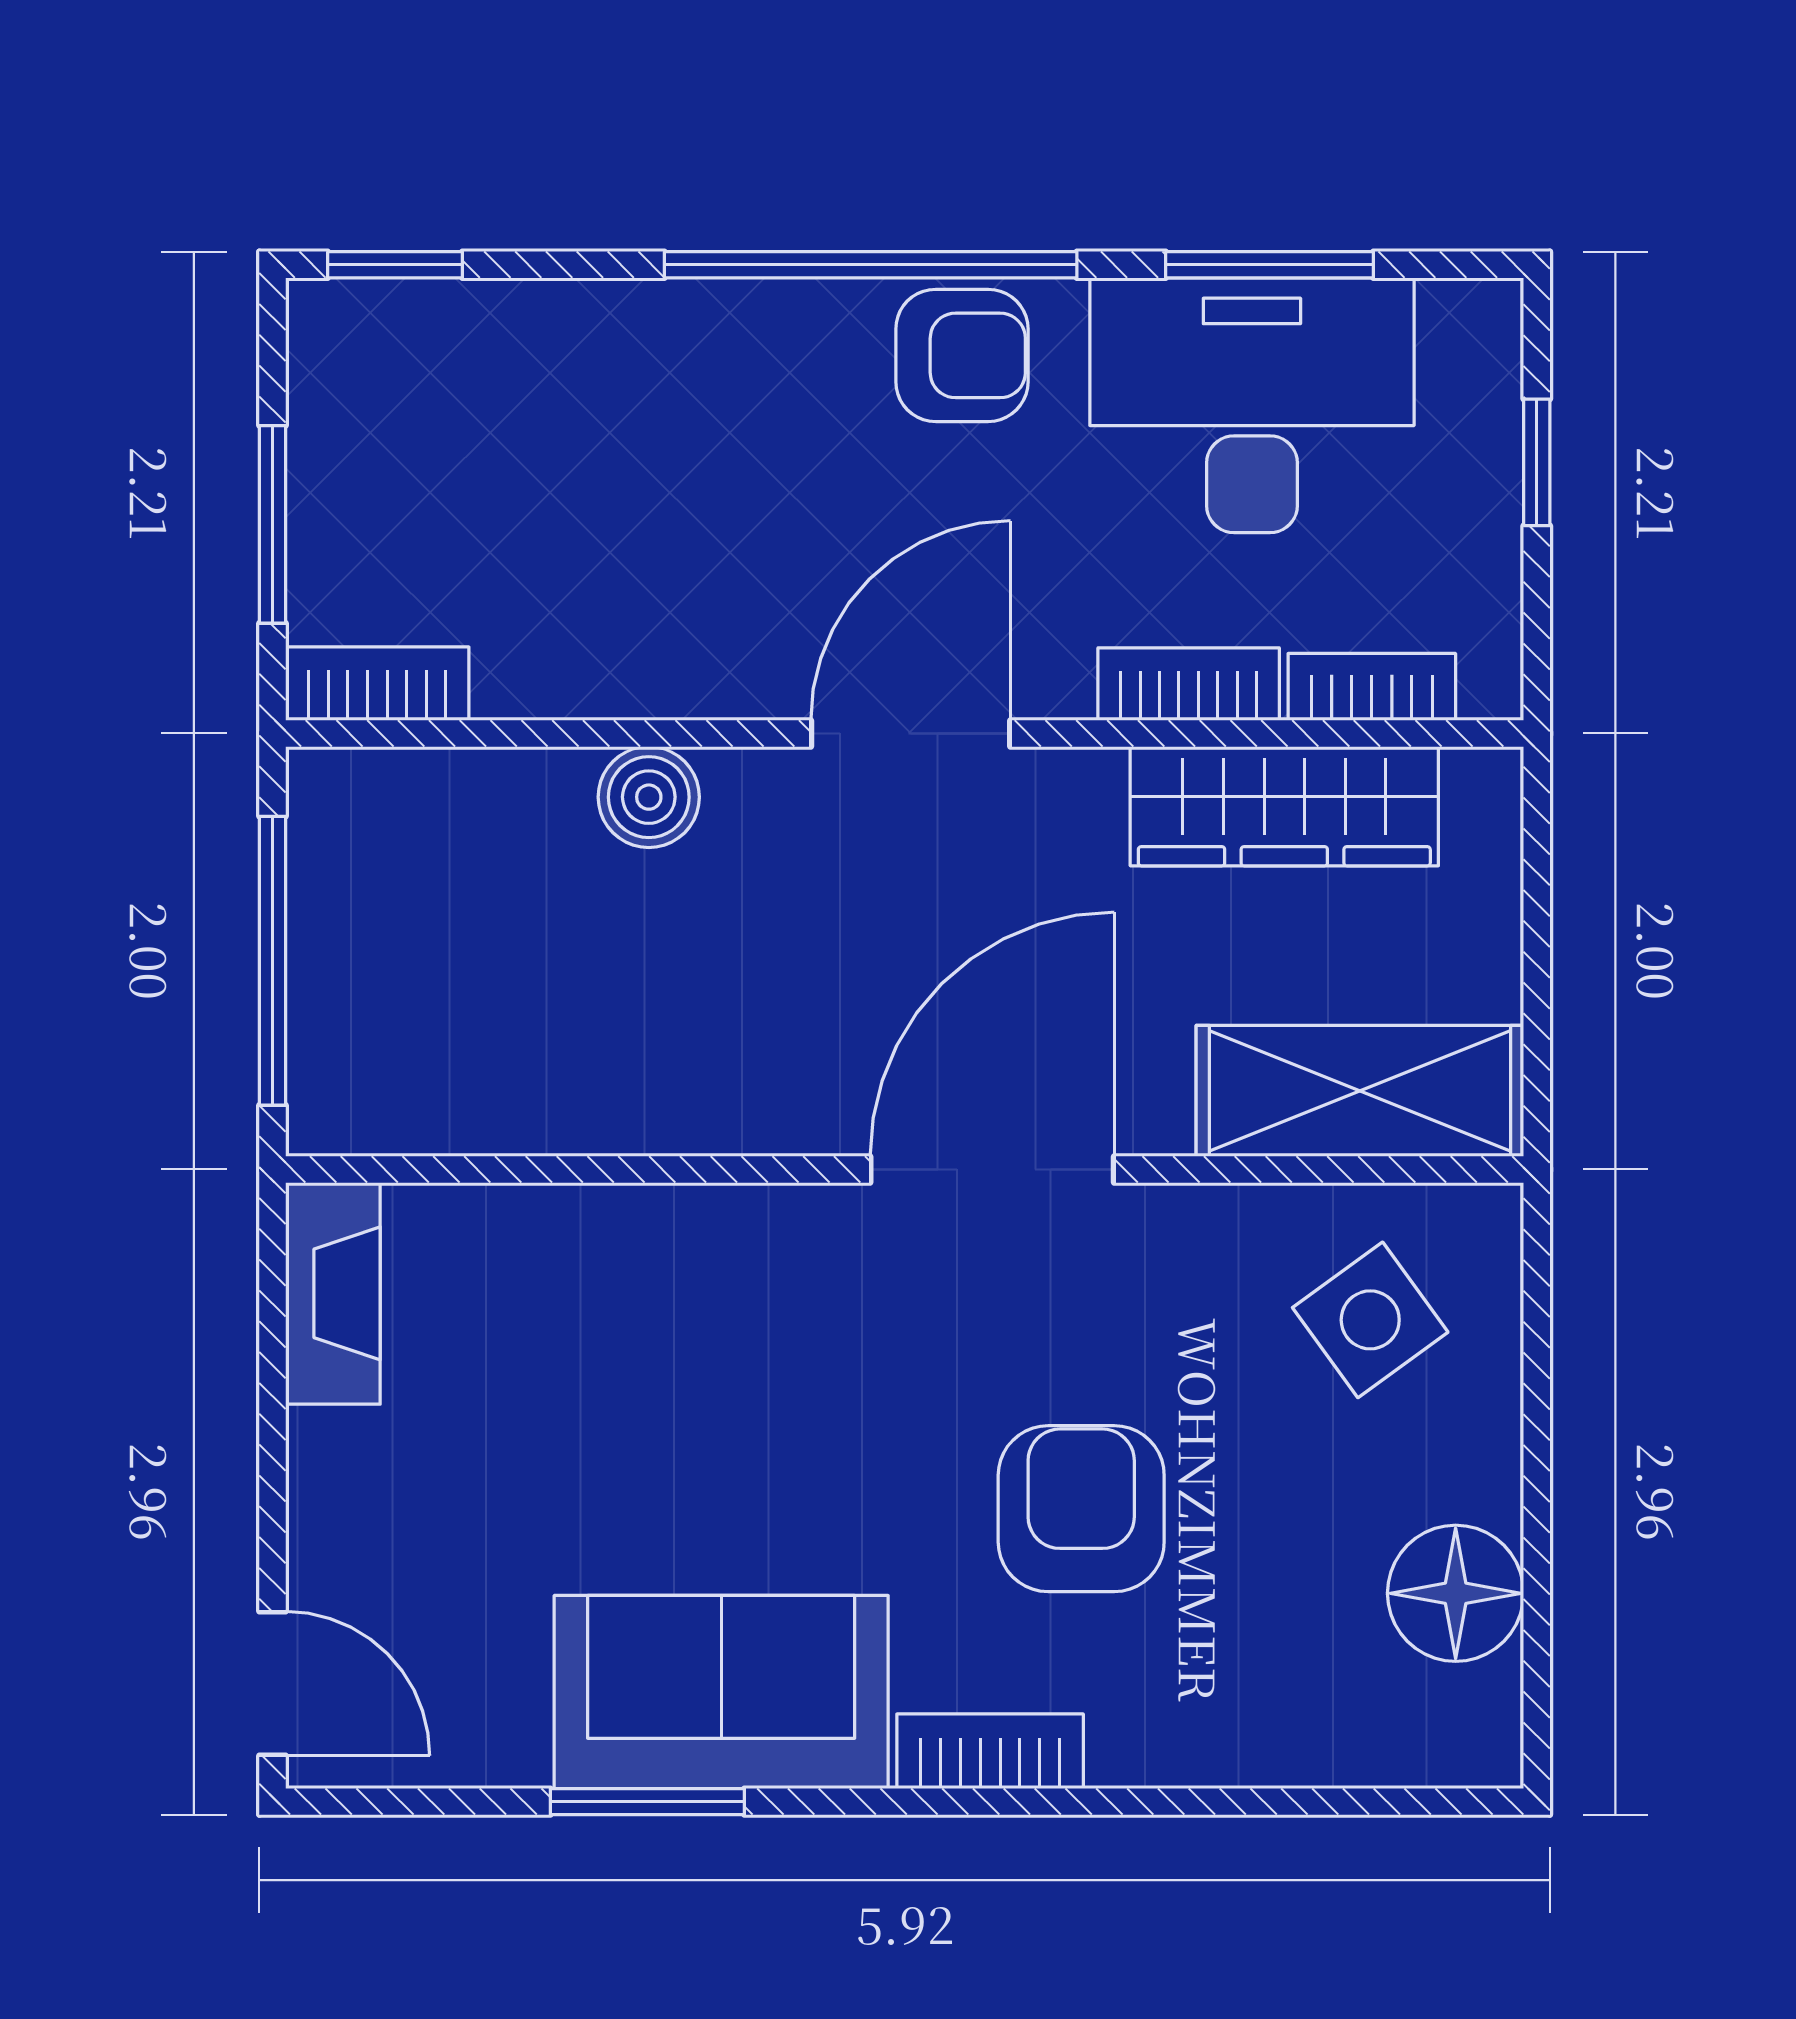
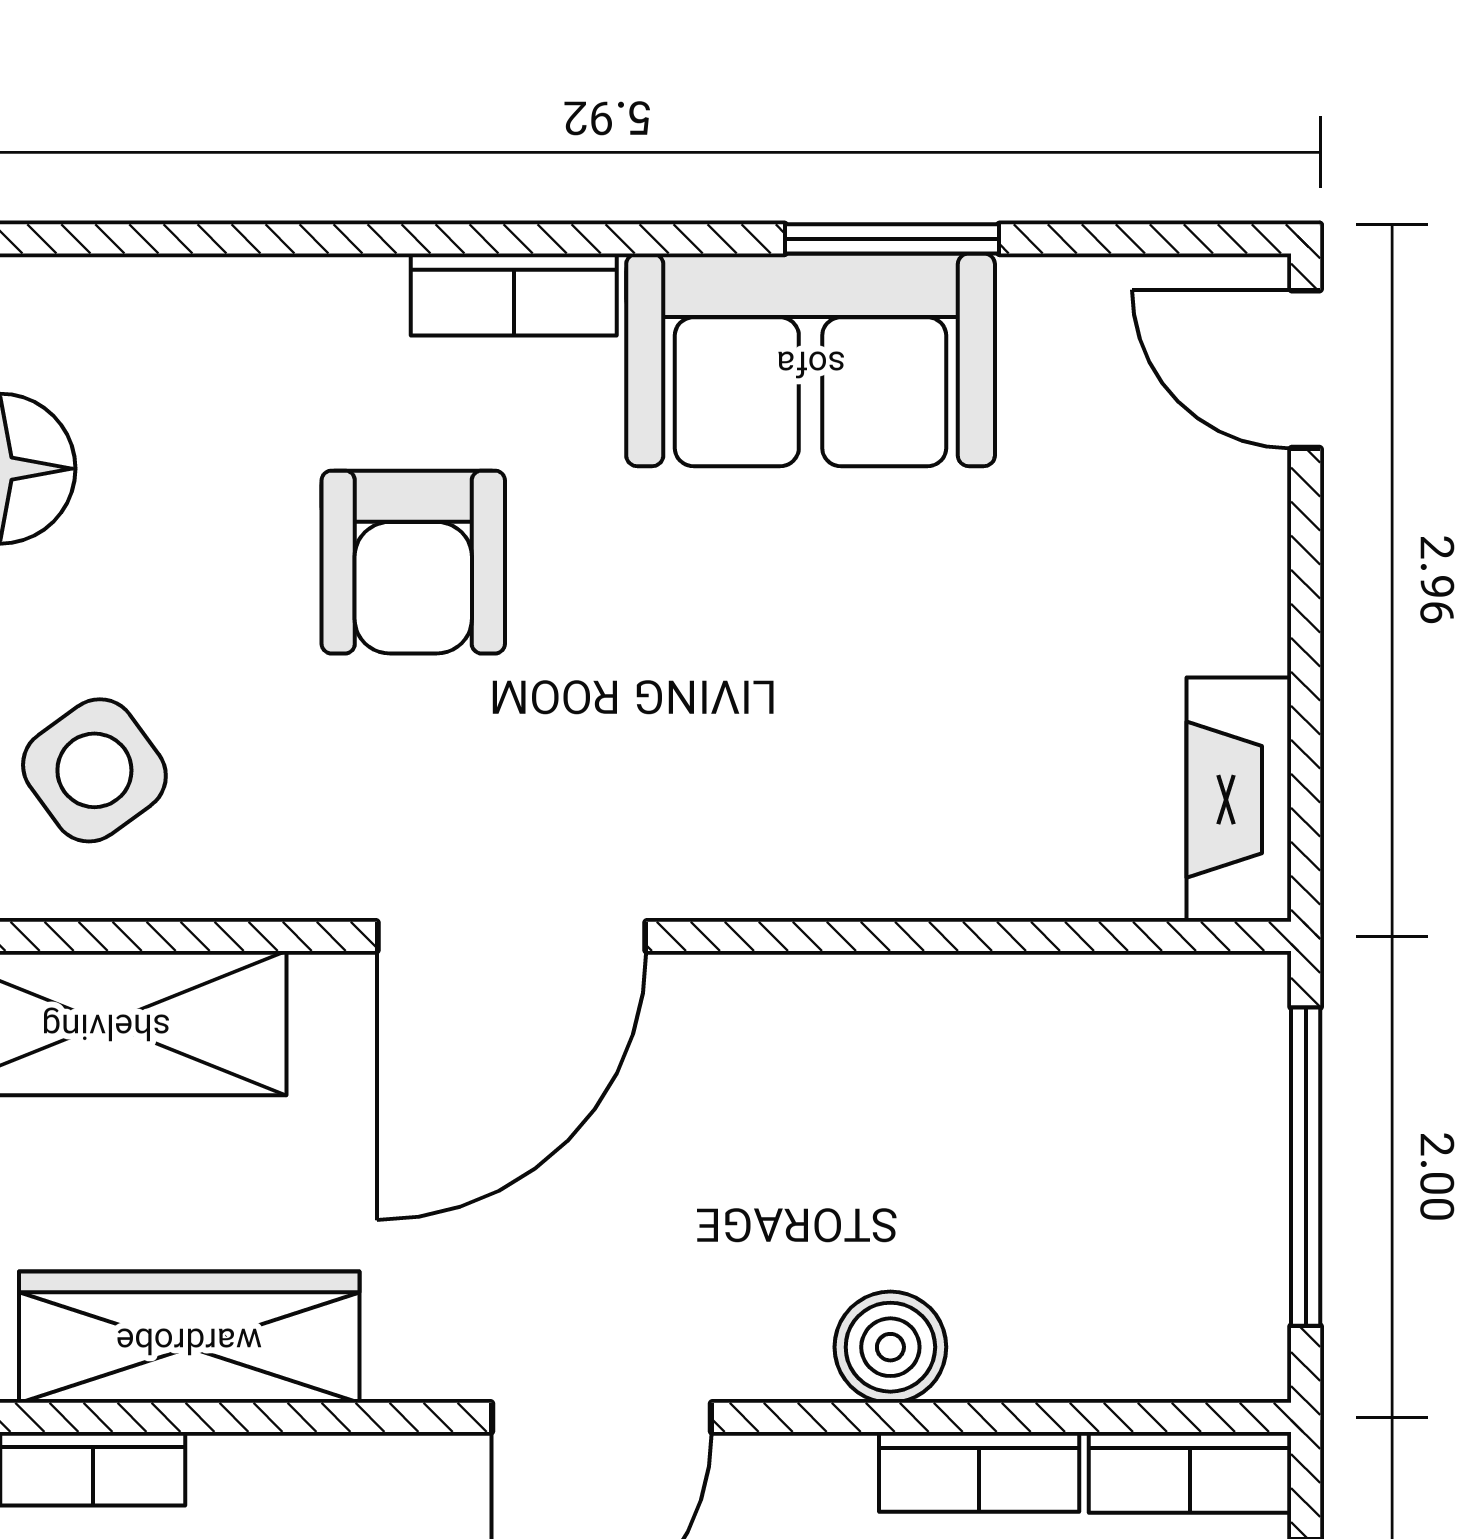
bookcase: (1189, 684) -> (979, 1472), moved

